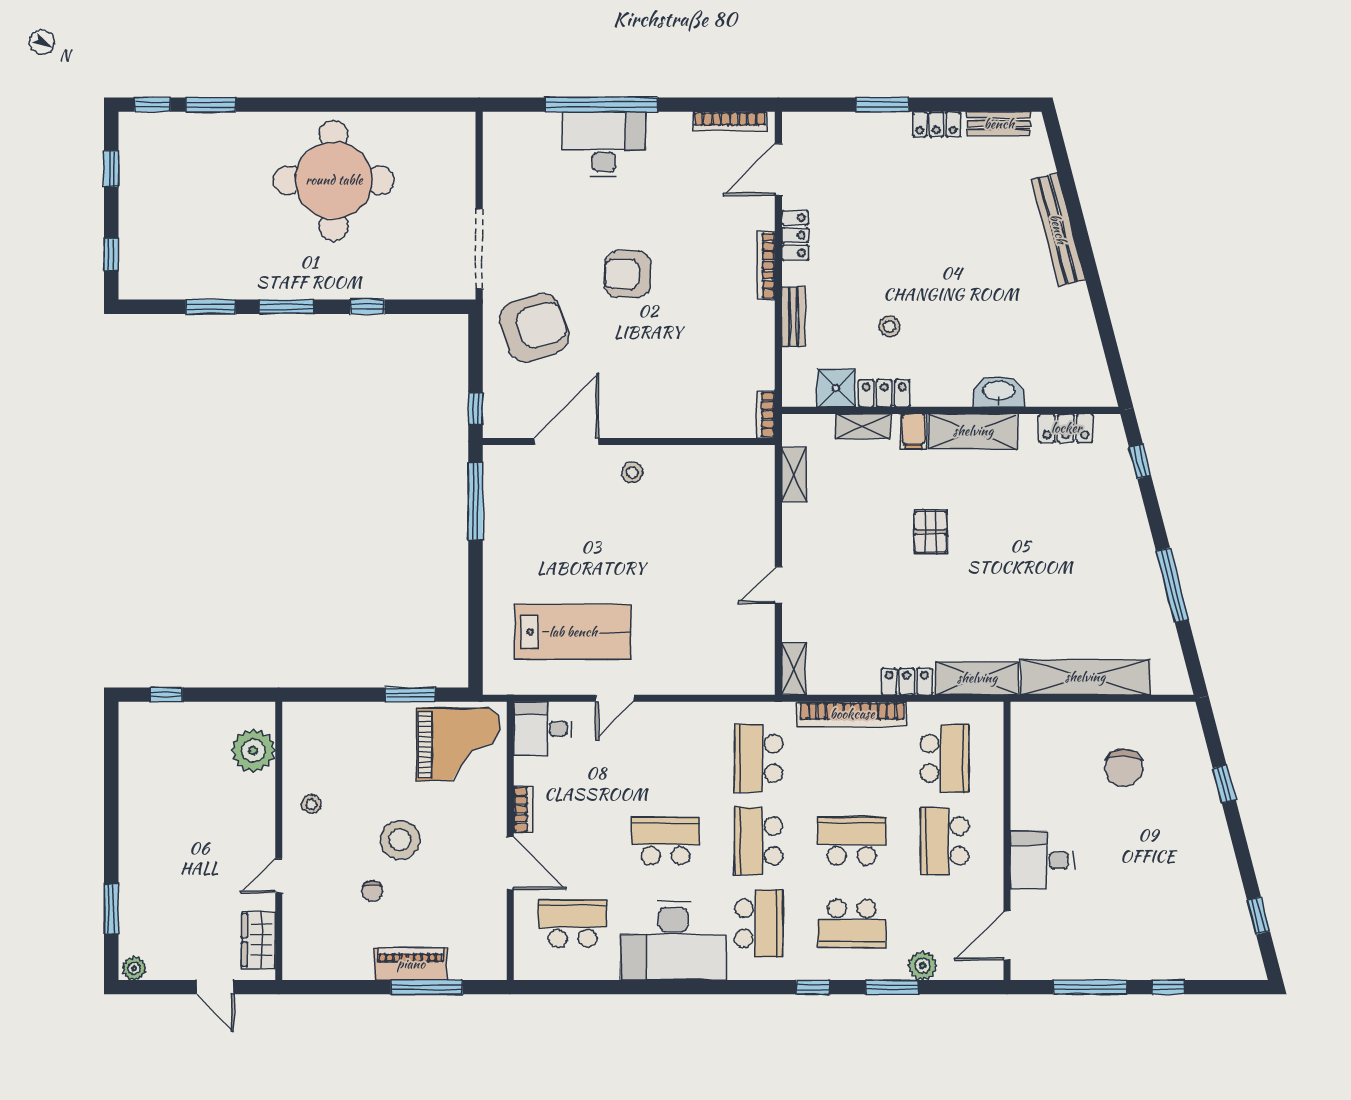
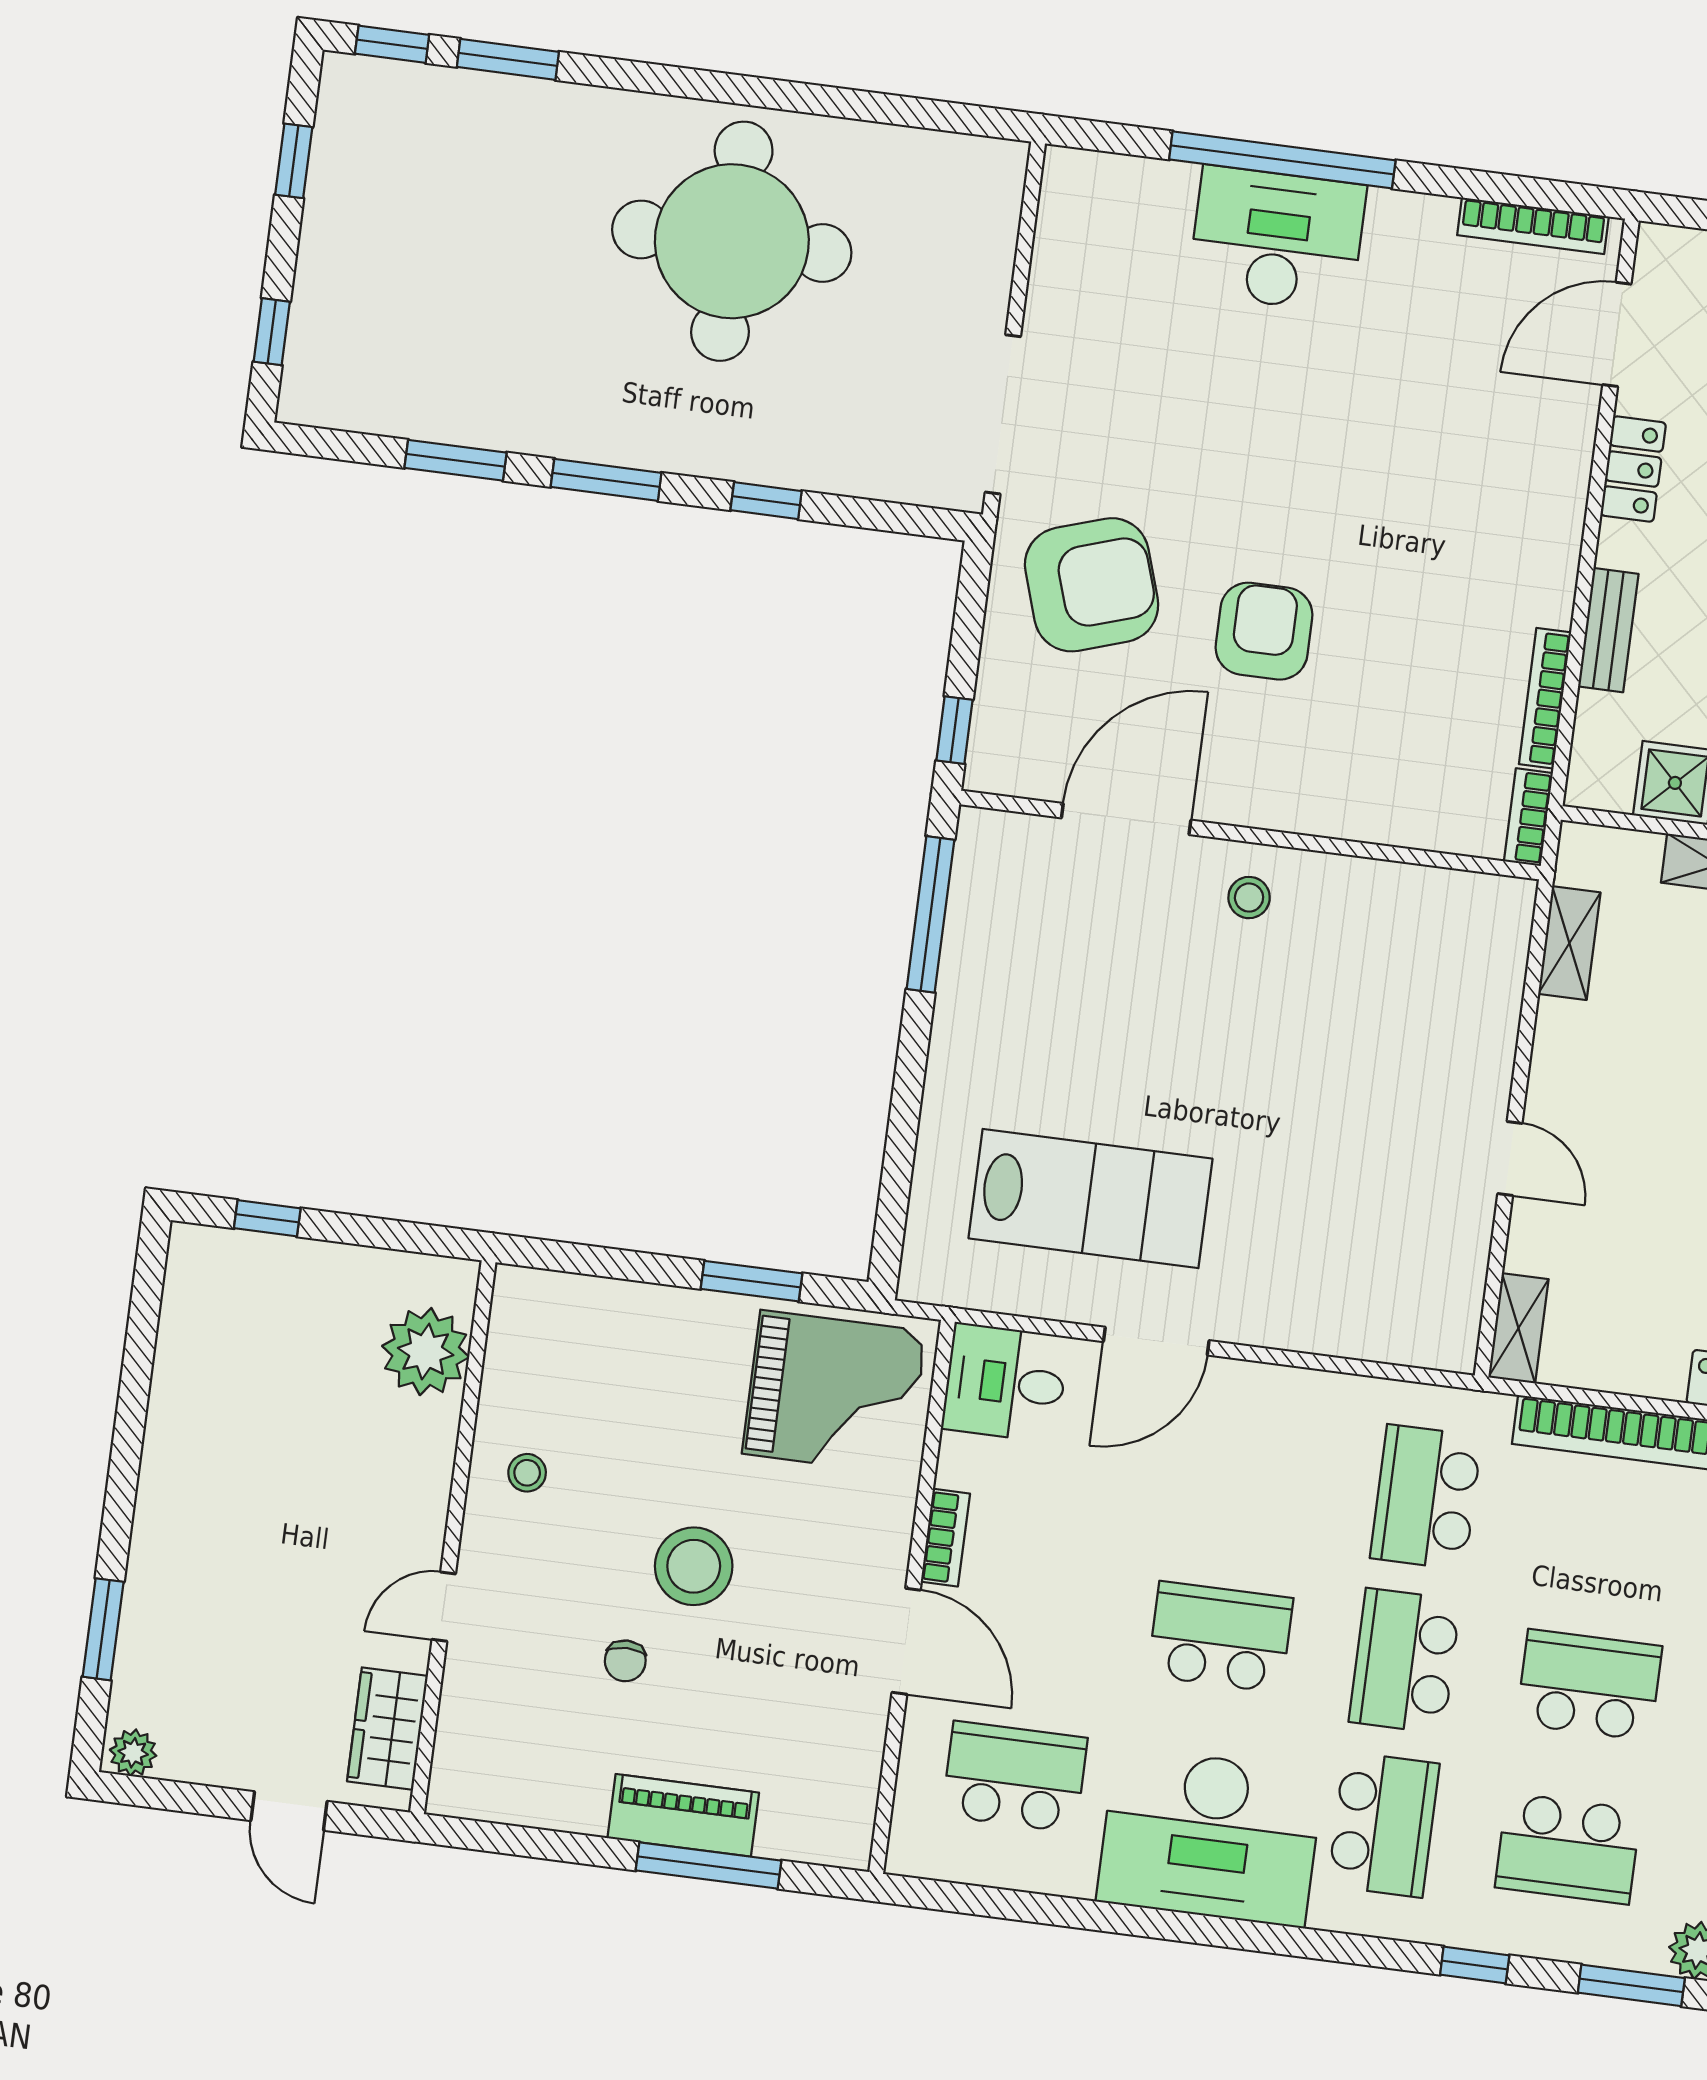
bookcase: (766, 265) -> (1545, 698), moved
armchair: (628, 274) -> (1264, 631), moved, turned 90
door: (778, 585) -> (1510, 1159), swing flipped
door: (615, 698) -> (1156, 1341), width x1.38

